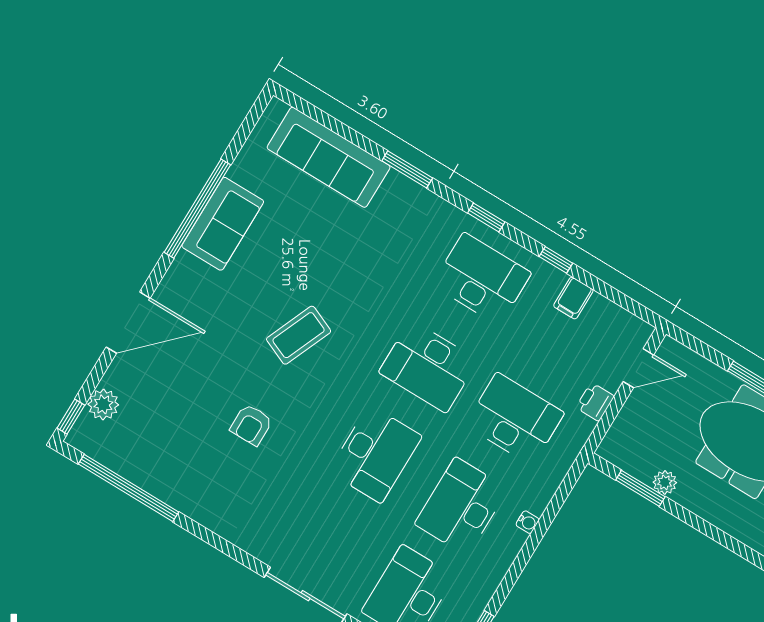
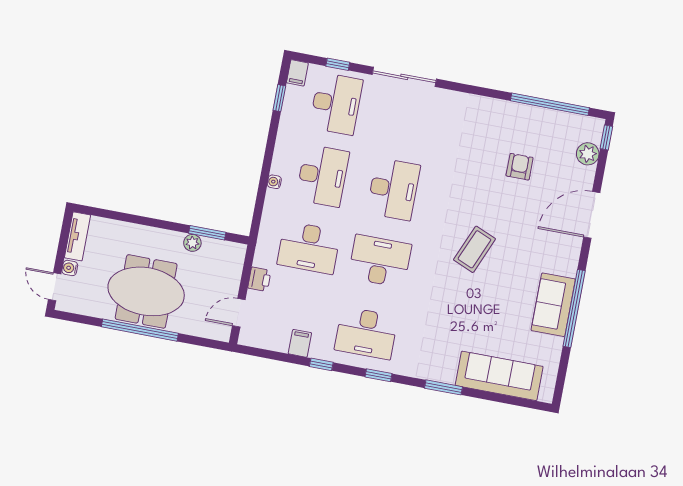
armchair: (251, 425) -> (520, 167), moved
desk: (375, 454) -> (393, 189), turned 180

